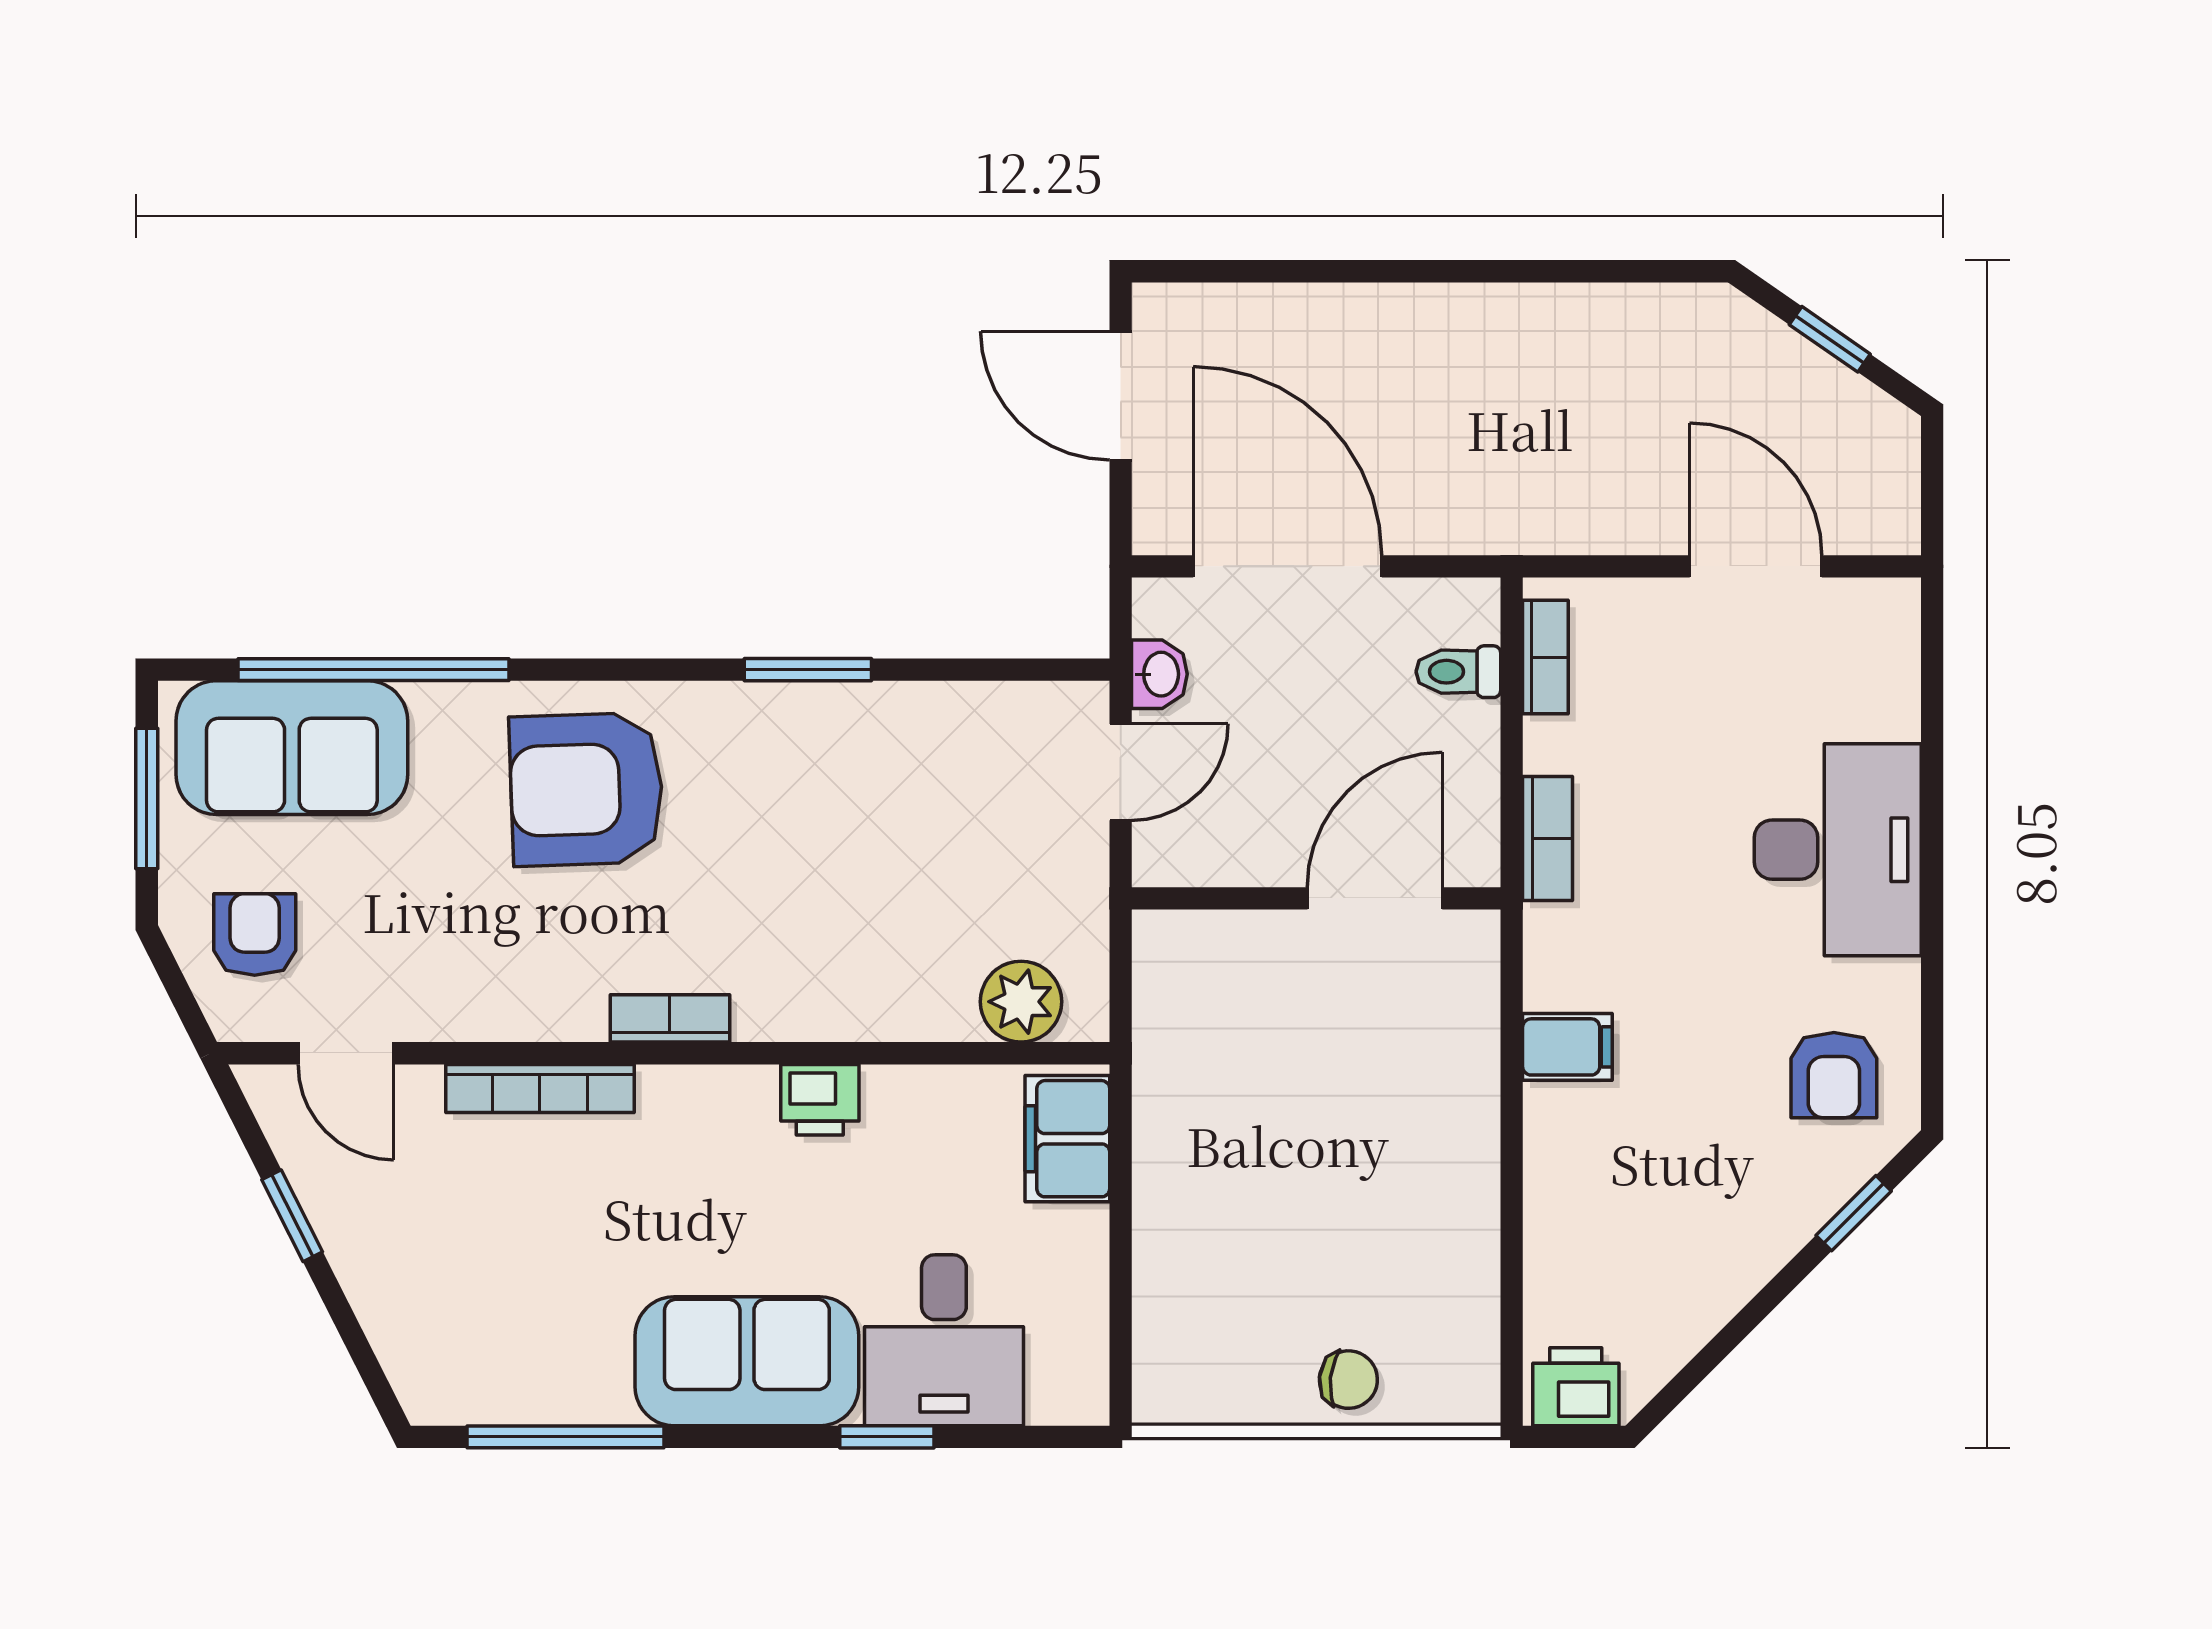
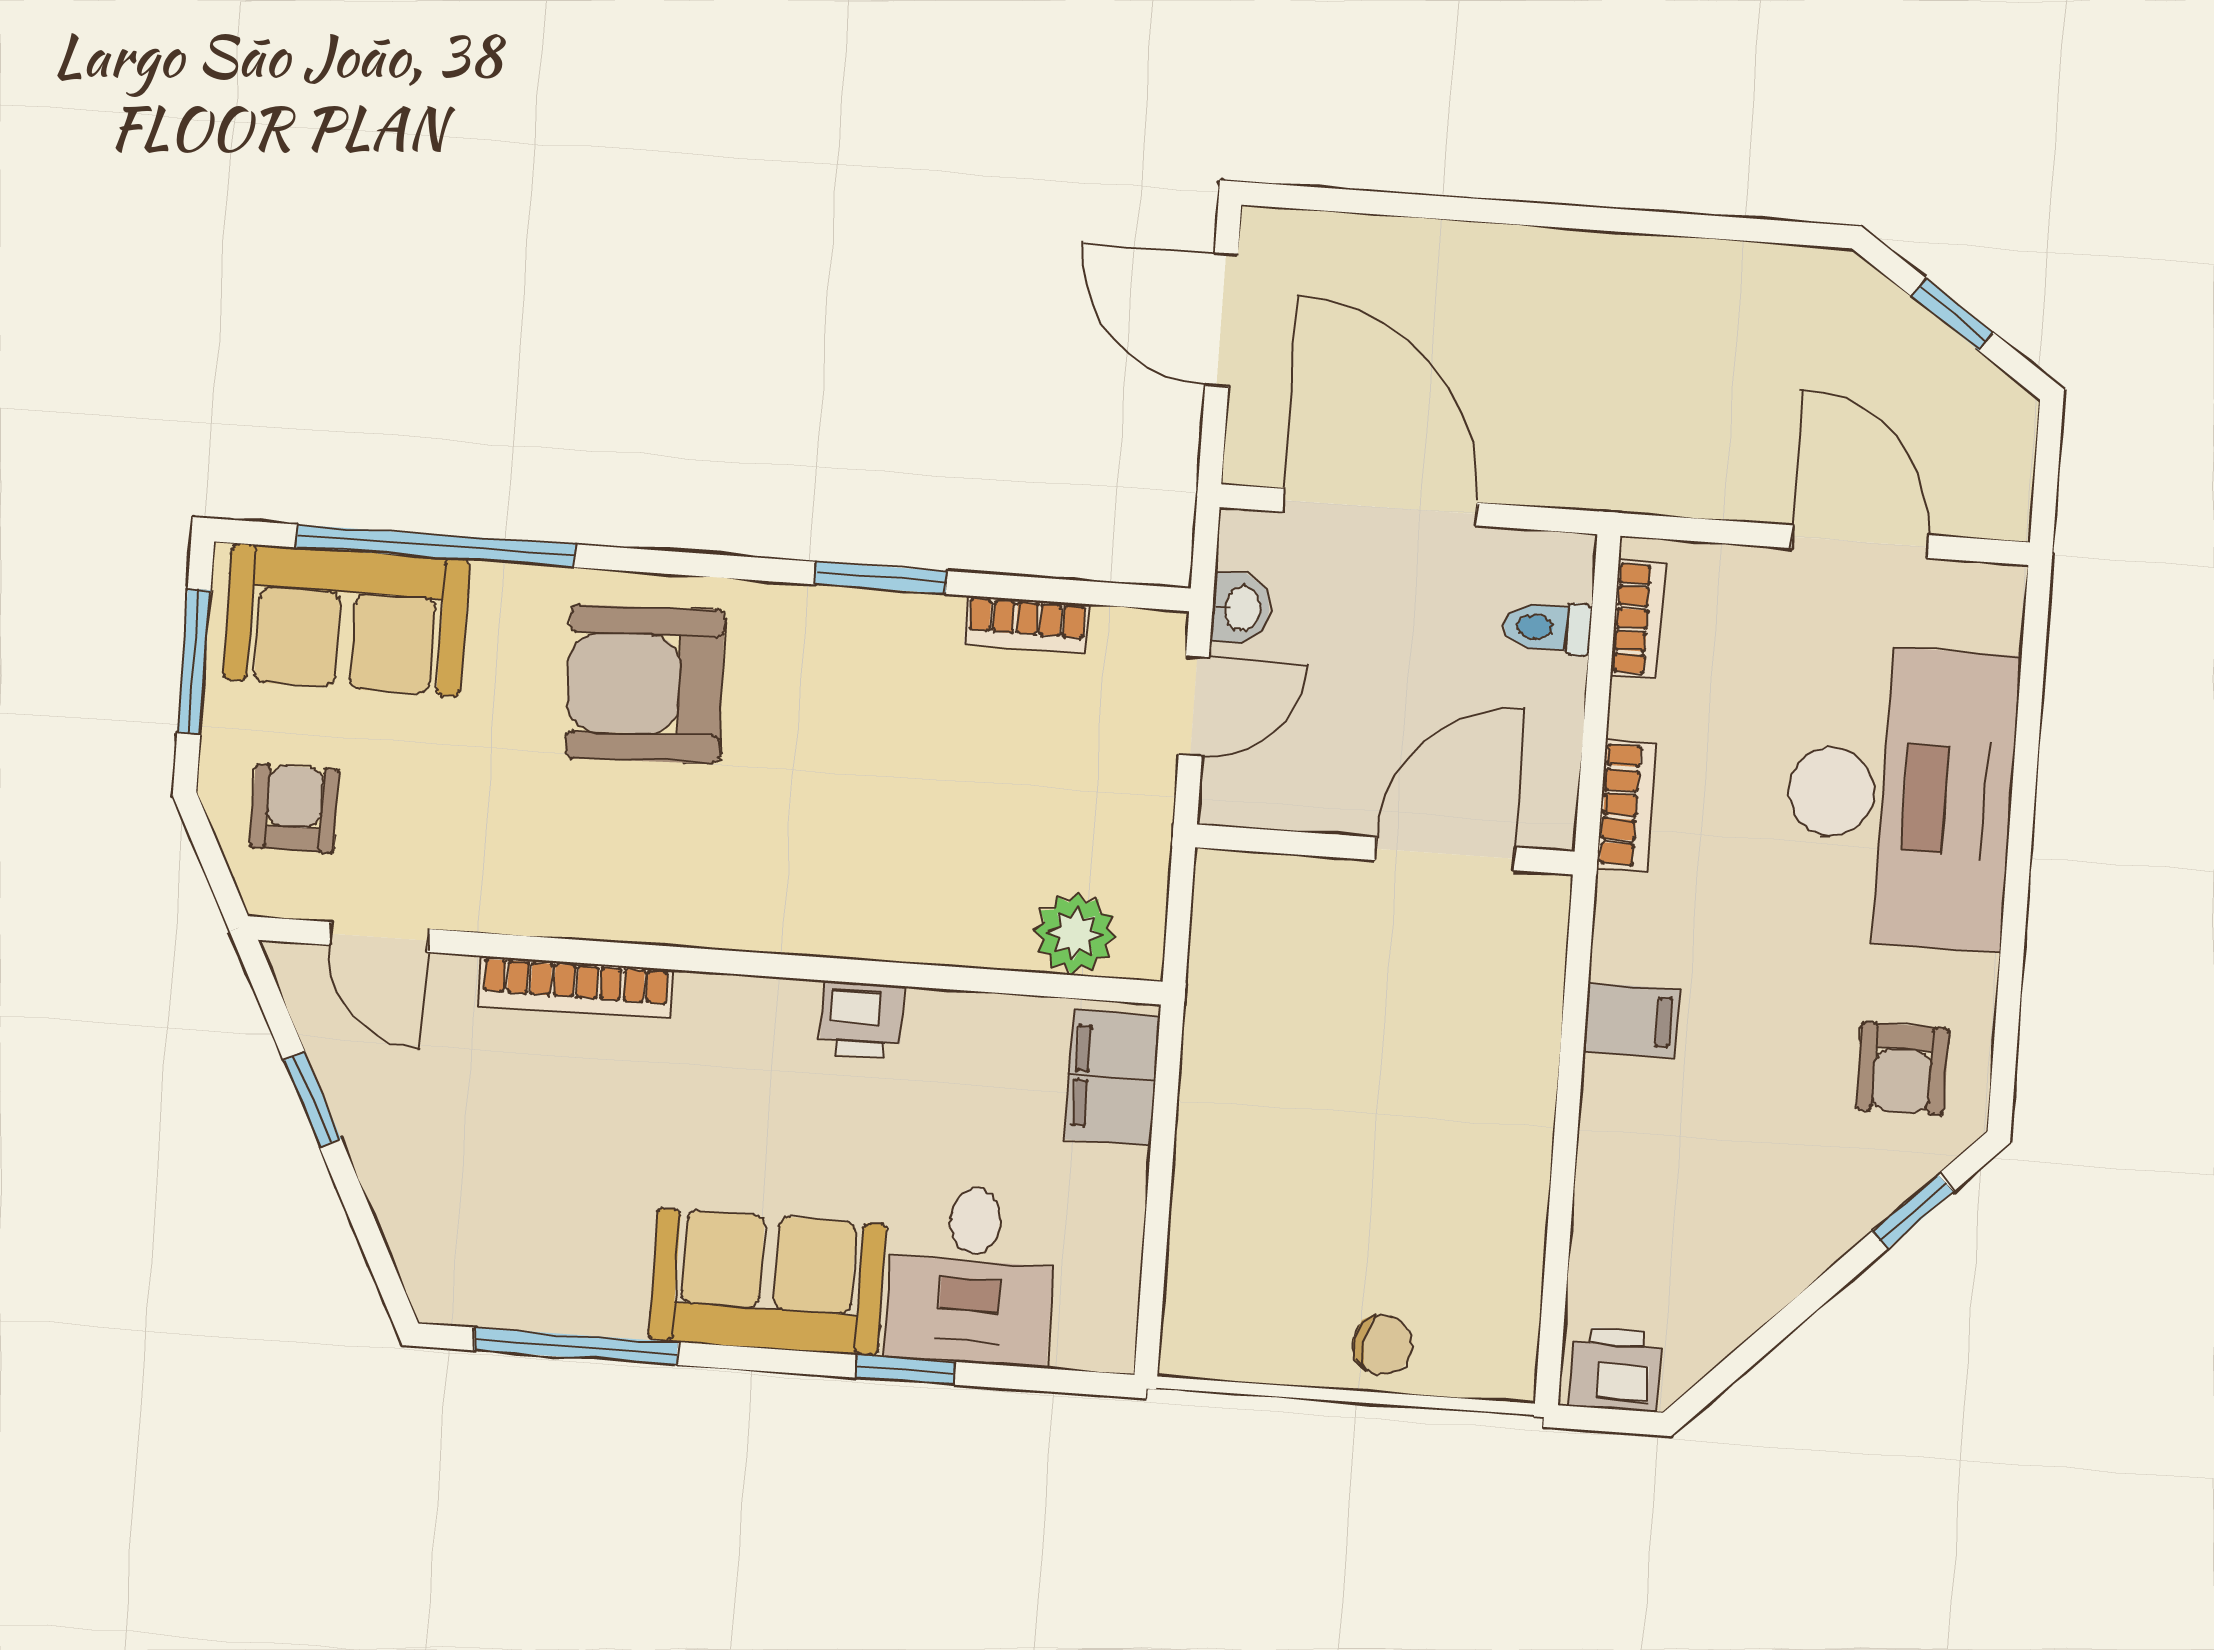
desk: (1838, 850) -> (1900, 797), width x1.36, depth x1.30
bookcase: (670, 1018) -> (1027, 624), moved, turned 180

